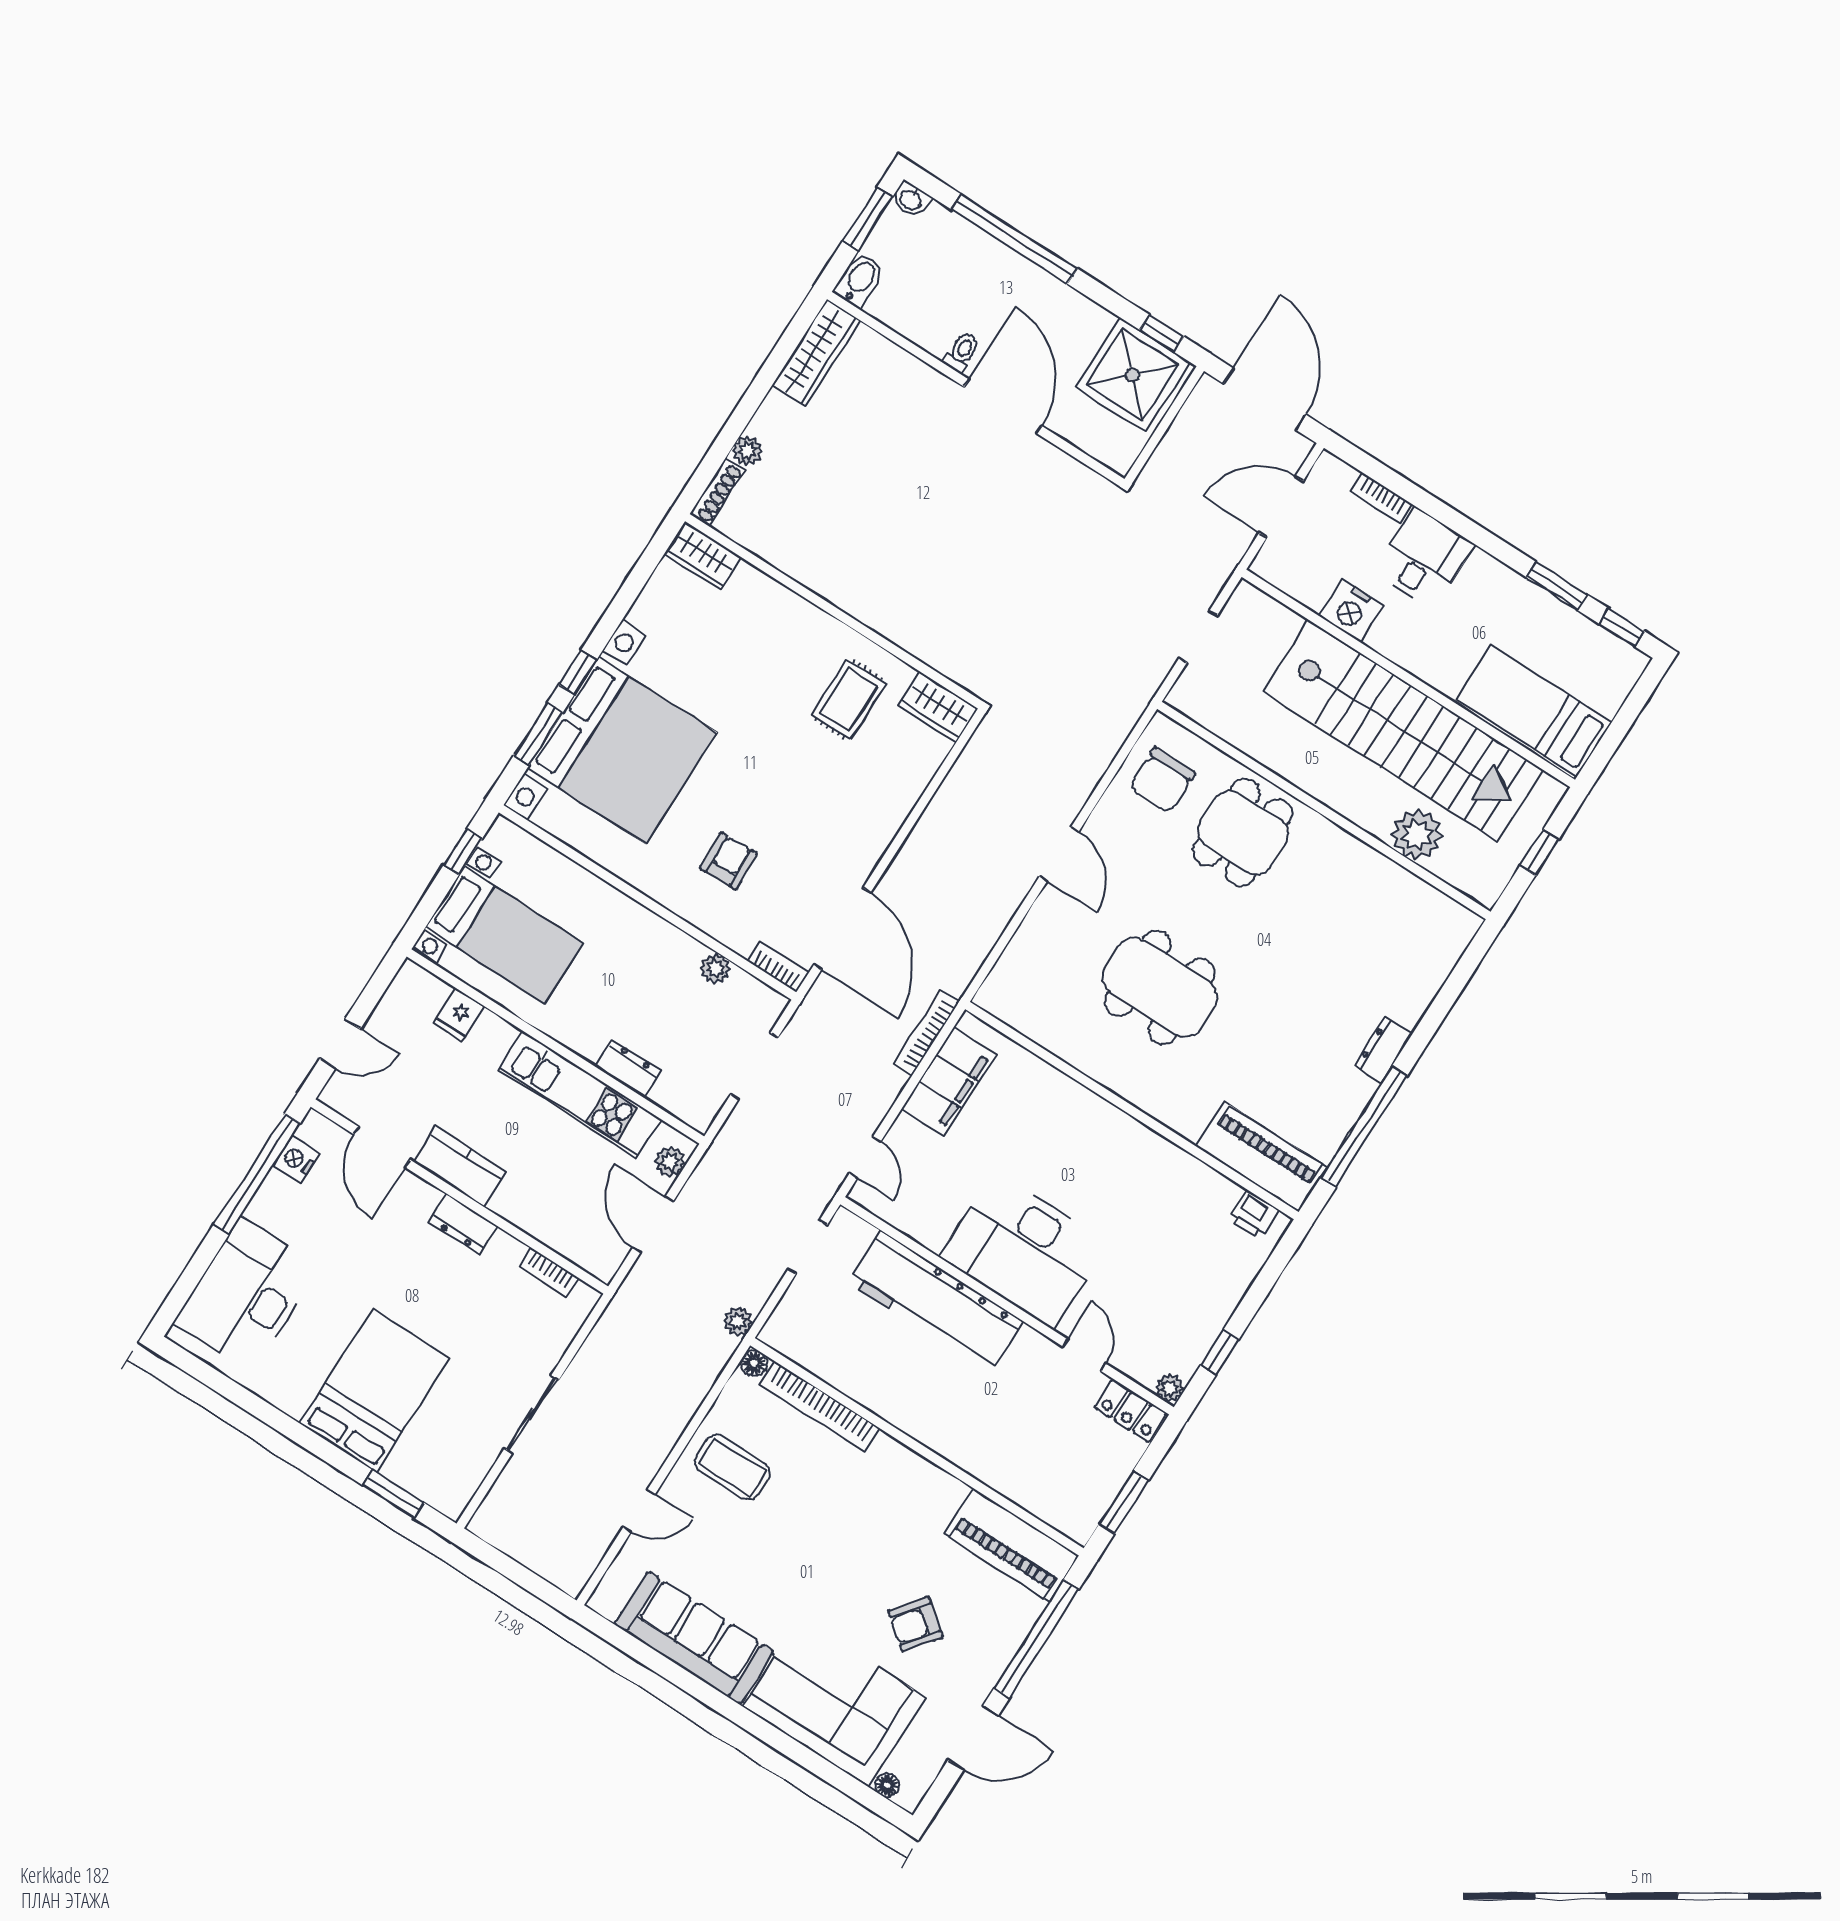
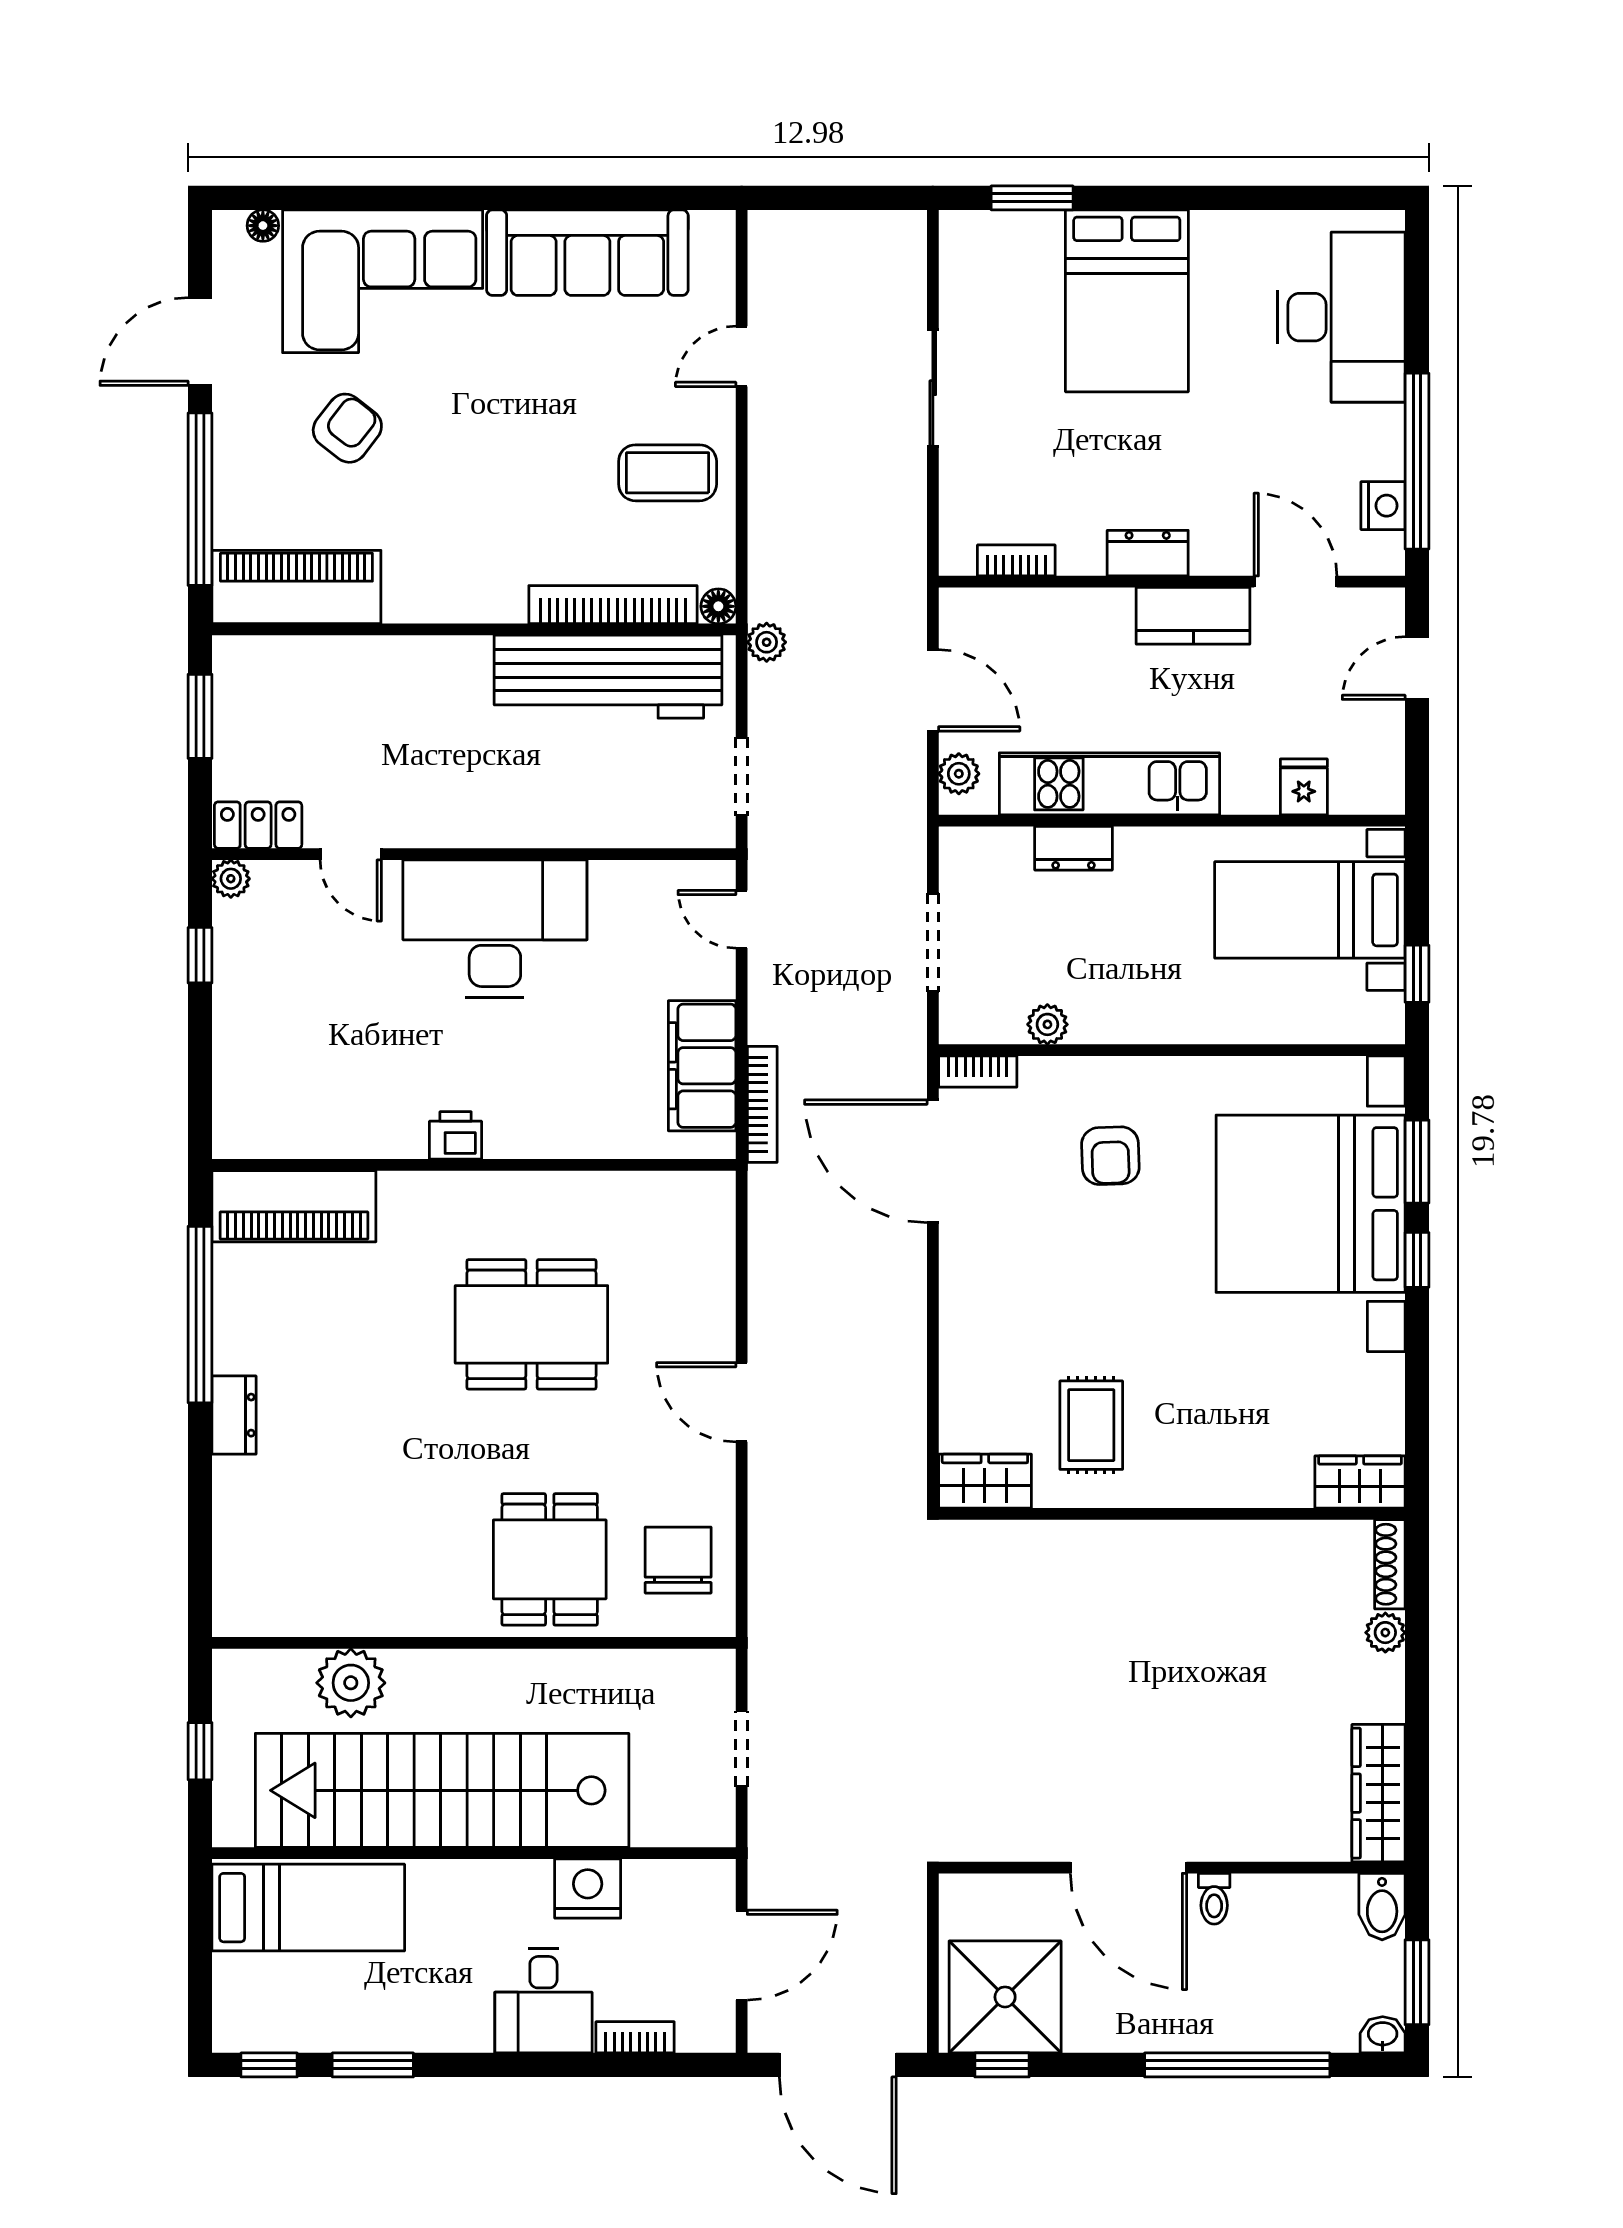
printer: (1254, 1215) -> (456, 1135), moved
workbench: (935, 1302) -> (608, 677), moved, turned 180

